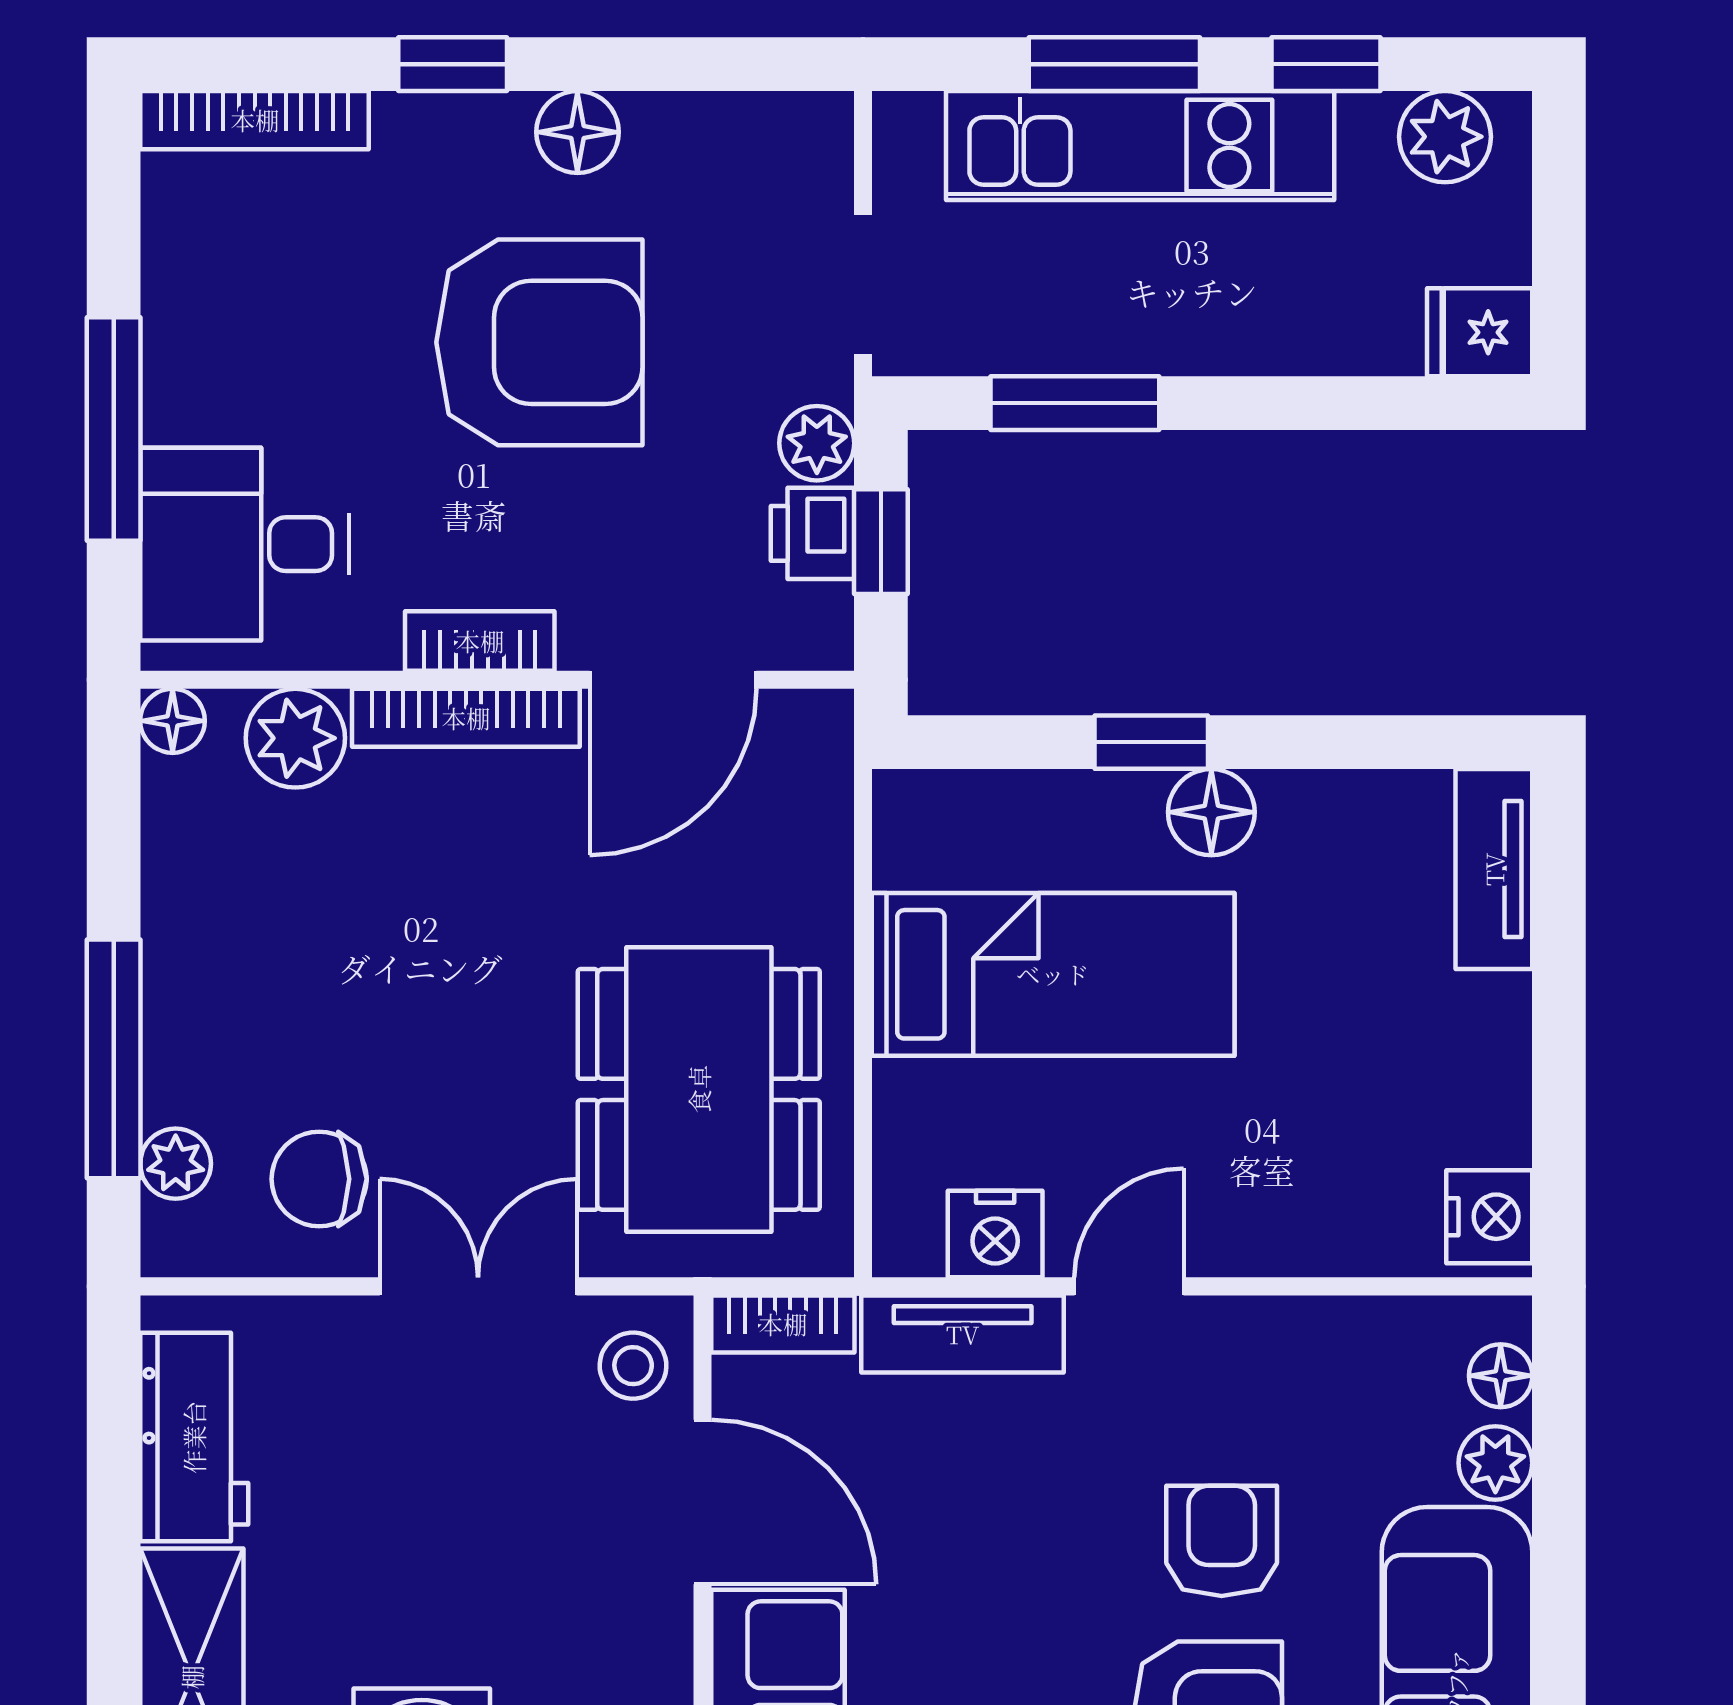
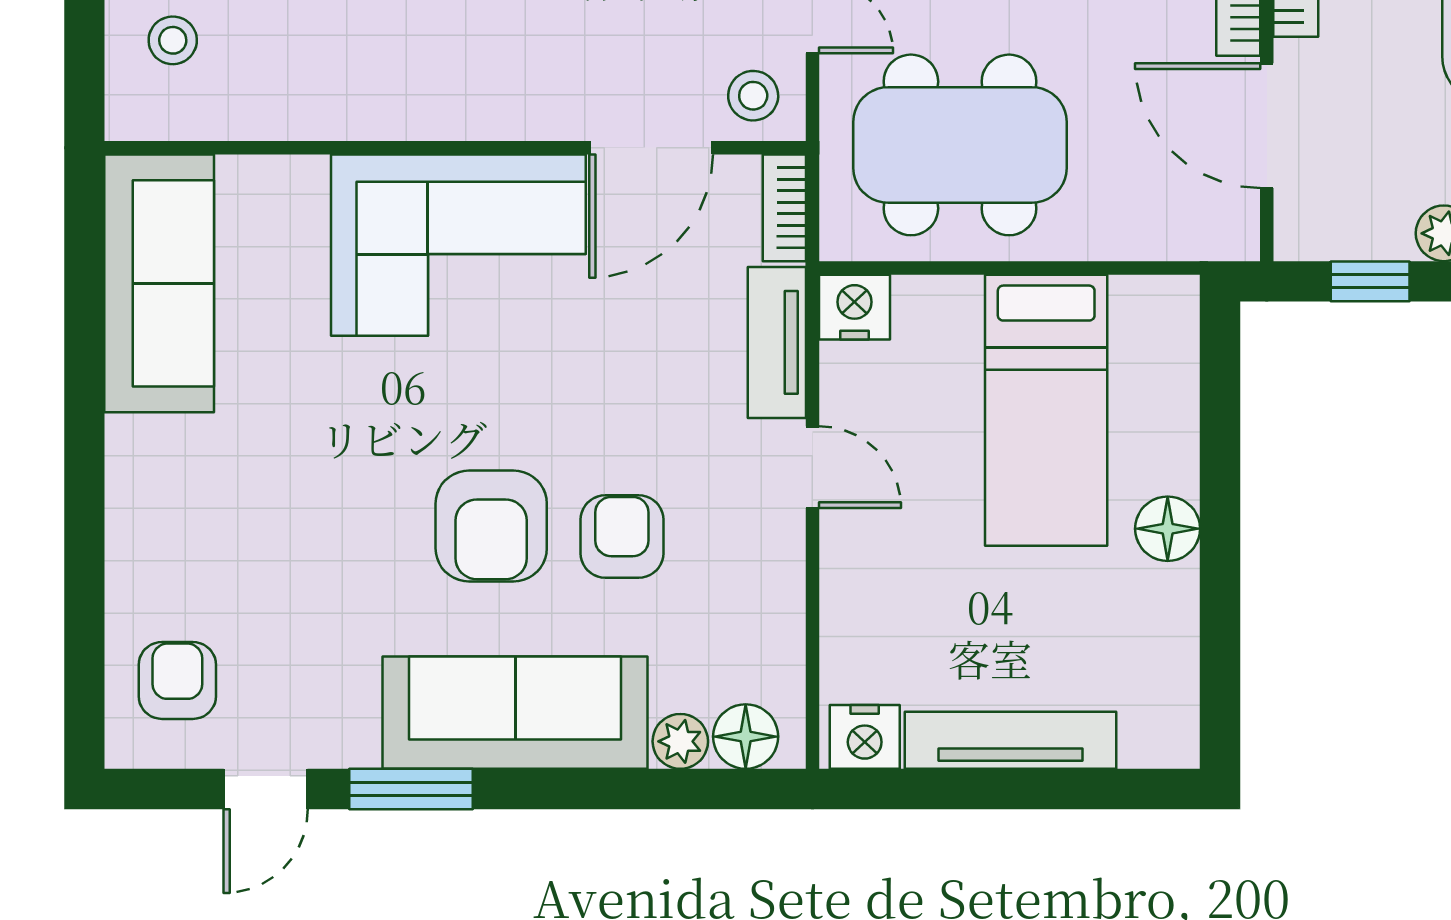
printer: (813, 533) -> (1376, 230), removed
window: (1151, 742) -> (1220, 484), removed
tv unit: (1494, 869) -> (1011, 740), moved, width x1.41
nightstand: (995, 1234) -> (855, 307), moved, turned 90
floor lamp: (1501, 1376) -> (746, 737), width x1.37, depth x1.37
armchair: (1222, 1541) -> (622, 537), turned -90

